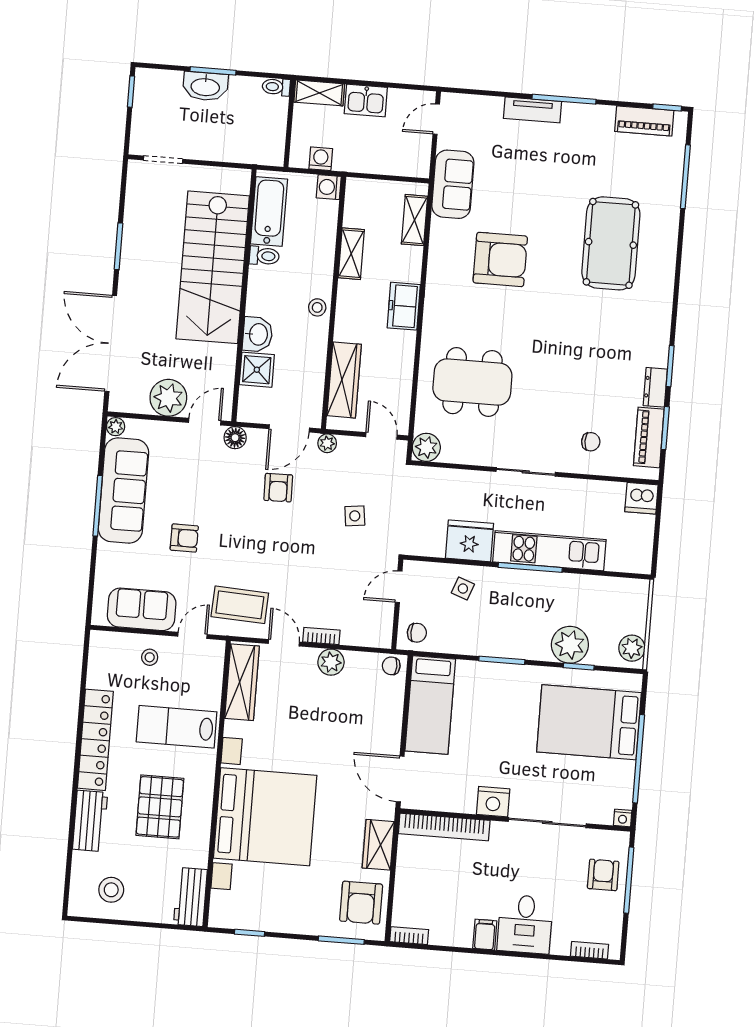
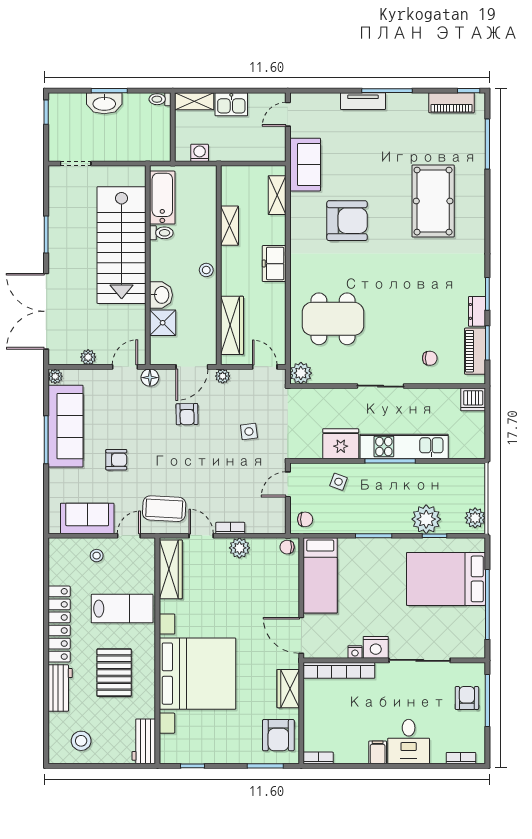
washing machine: (329, 187) -> (208, 175), removed
plant: (168, 398) -> (88, 357), width x0.53, depth x0.53
lab bench: (177, 727) -> (122, 609), turned 180
nightstand: (623, 818) -> (355, 652), moved

